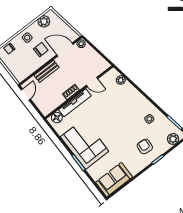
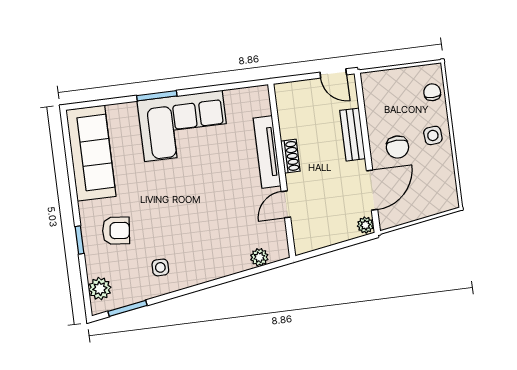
plant: (44, 21) -> (444, 182), removed
floor lamp: (57, 118) -> (260, 104), removed
sofa: (114, 180) -> (91, 153), width x1.36

